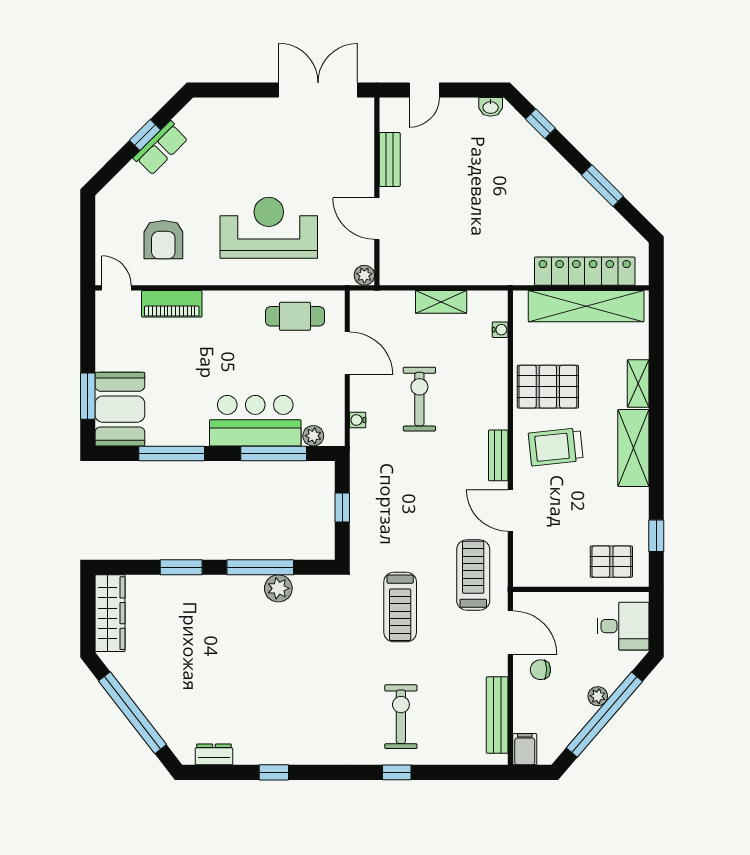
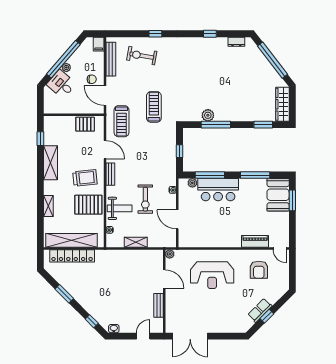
armchair: (163, 240) -> (259, 270), turned 180
cafe table: (295, 316) -> (200, 236), removed
weight bench: (477, 378) -> (120, 208), added
shelving: (633, 448) -> (50, 163), moved
pallet: (611, 562) -> (85, 124), moved
window: (181, 567) -> (263, 125), moved
desk: (623, 626) -> (61, 84), moved, turned 41
exercise bike: (401, 717) -> (142, 56), moved, turned 100

